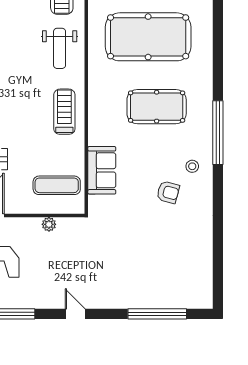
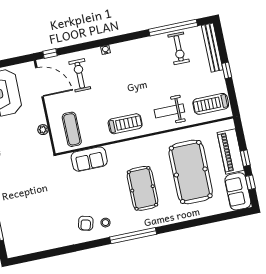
armchair: (168, 192) -> (86, 223), moved

